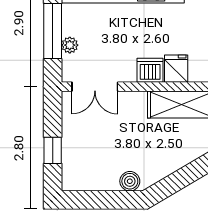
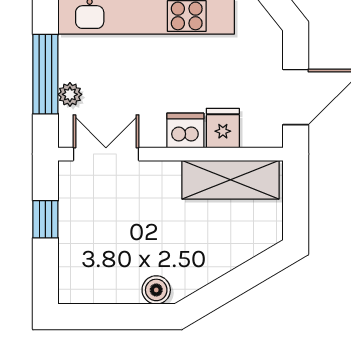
double door: (95, 87) -> (106, 154), swing flipped
window: (53, 150) -> (45, 219), moved

